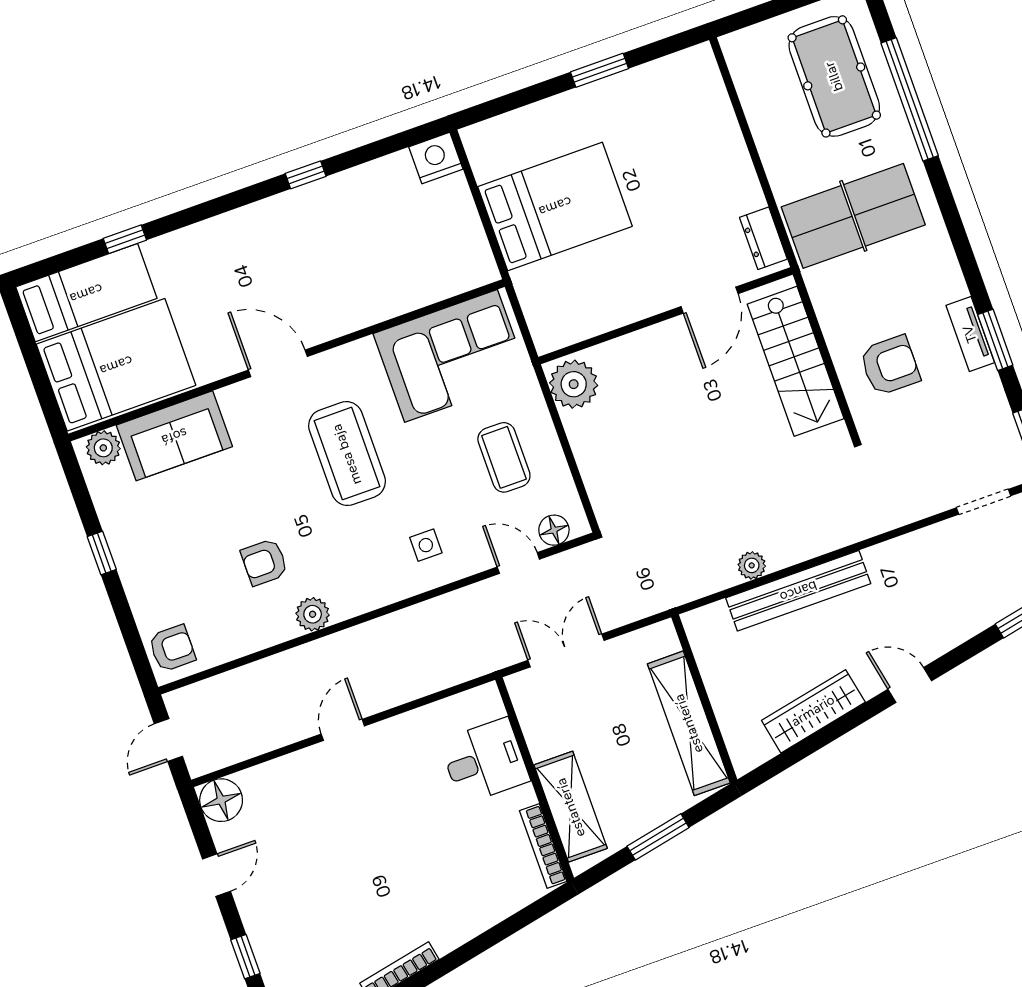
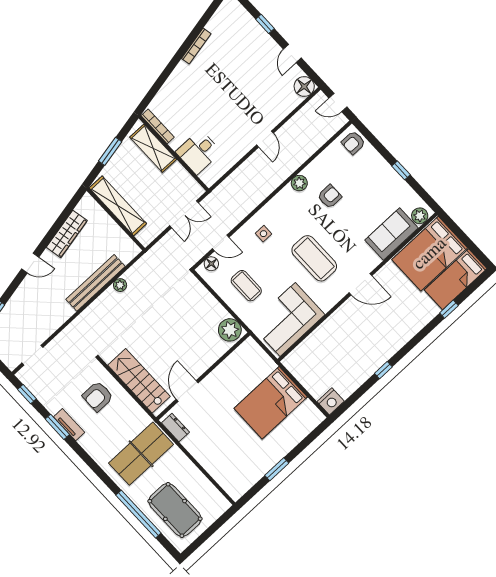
door: (168, 740) -> (338, 102), swing flipped

